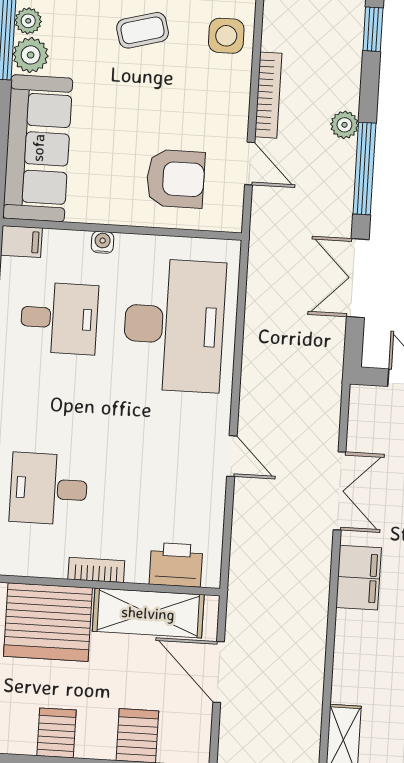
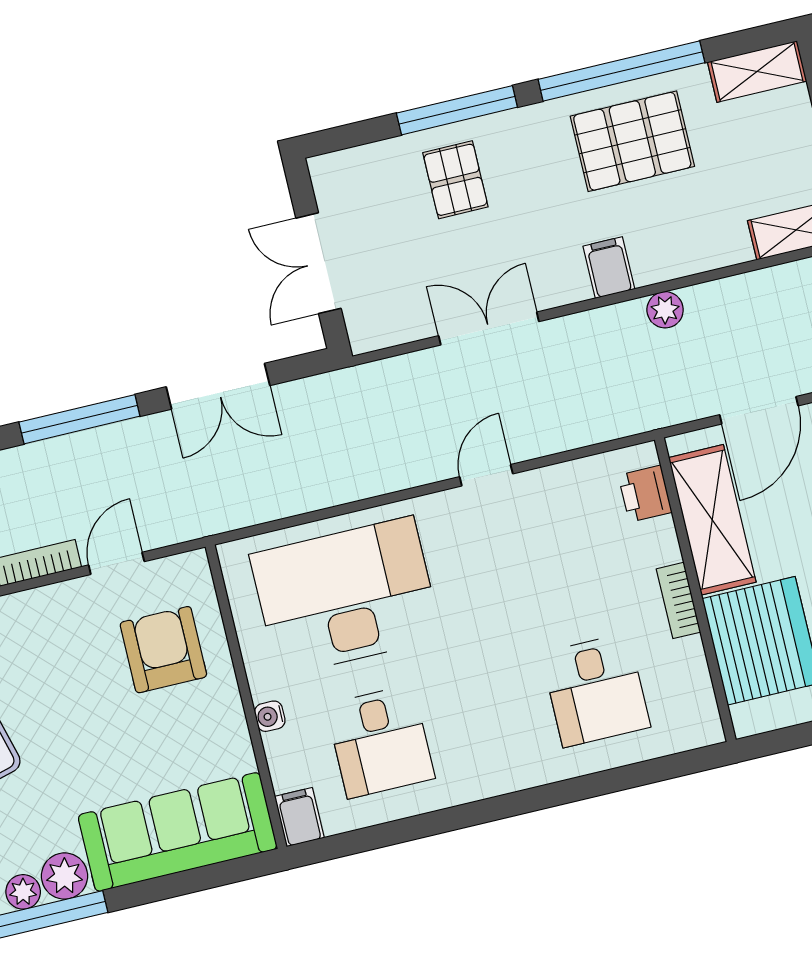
plant: (344, 125) -> (665, 310), moved
desk: (59, 318) -> (380, 741), turned 180
printer: (176, 565) -> (645, 494), width x0.73, depth x0.81
filing cabinet: (359, 578) -> (609, 268), width x0.50

